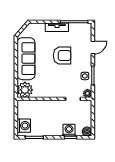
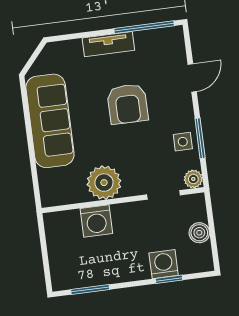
armchair: (62, 56) -> (127, 104), turned 90
plant: (25, 90) -> (104, 183), moved
washing machine: (24, 126) -> (96, 221), moved, turned 90
boiler: (87, 132) -> (199, 233), moved

